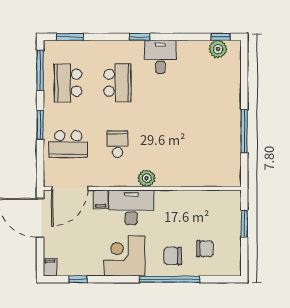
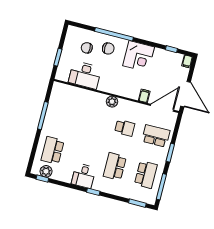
school desk: (216, 83) -> (53, 150), added
school desk: (118, 144) -> (125, 128), turned -90
desk: (131, 207) -> (85, 75), moved

